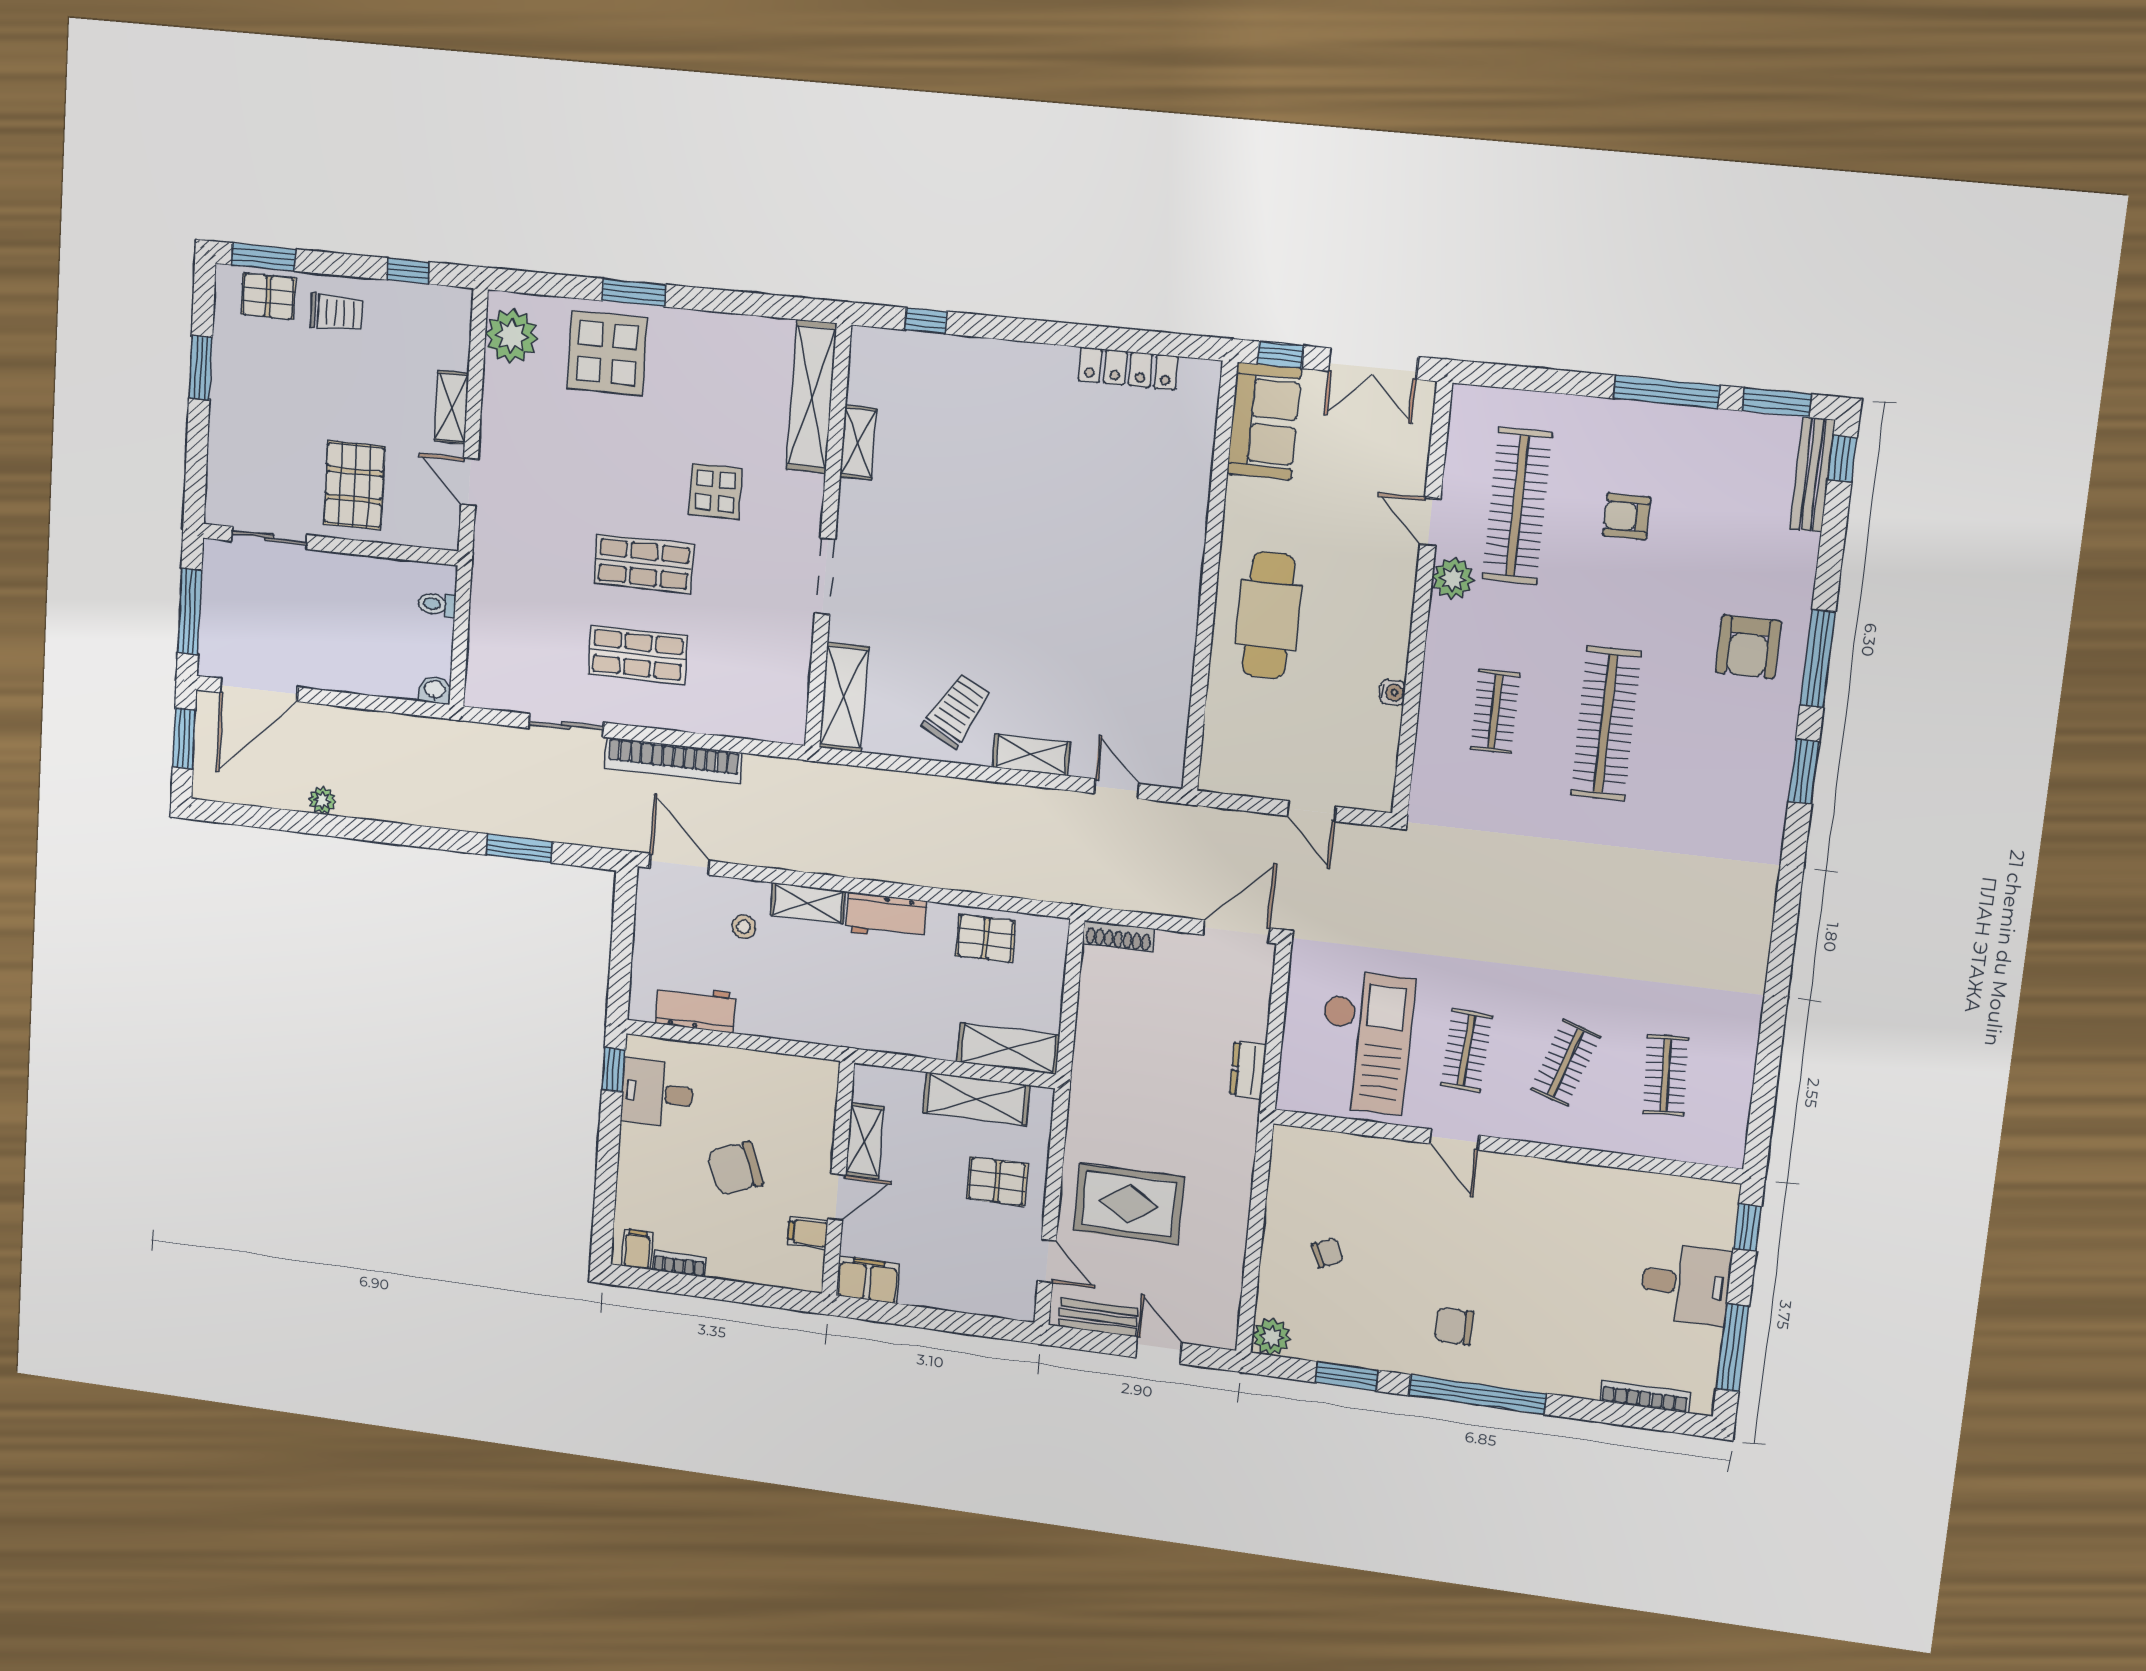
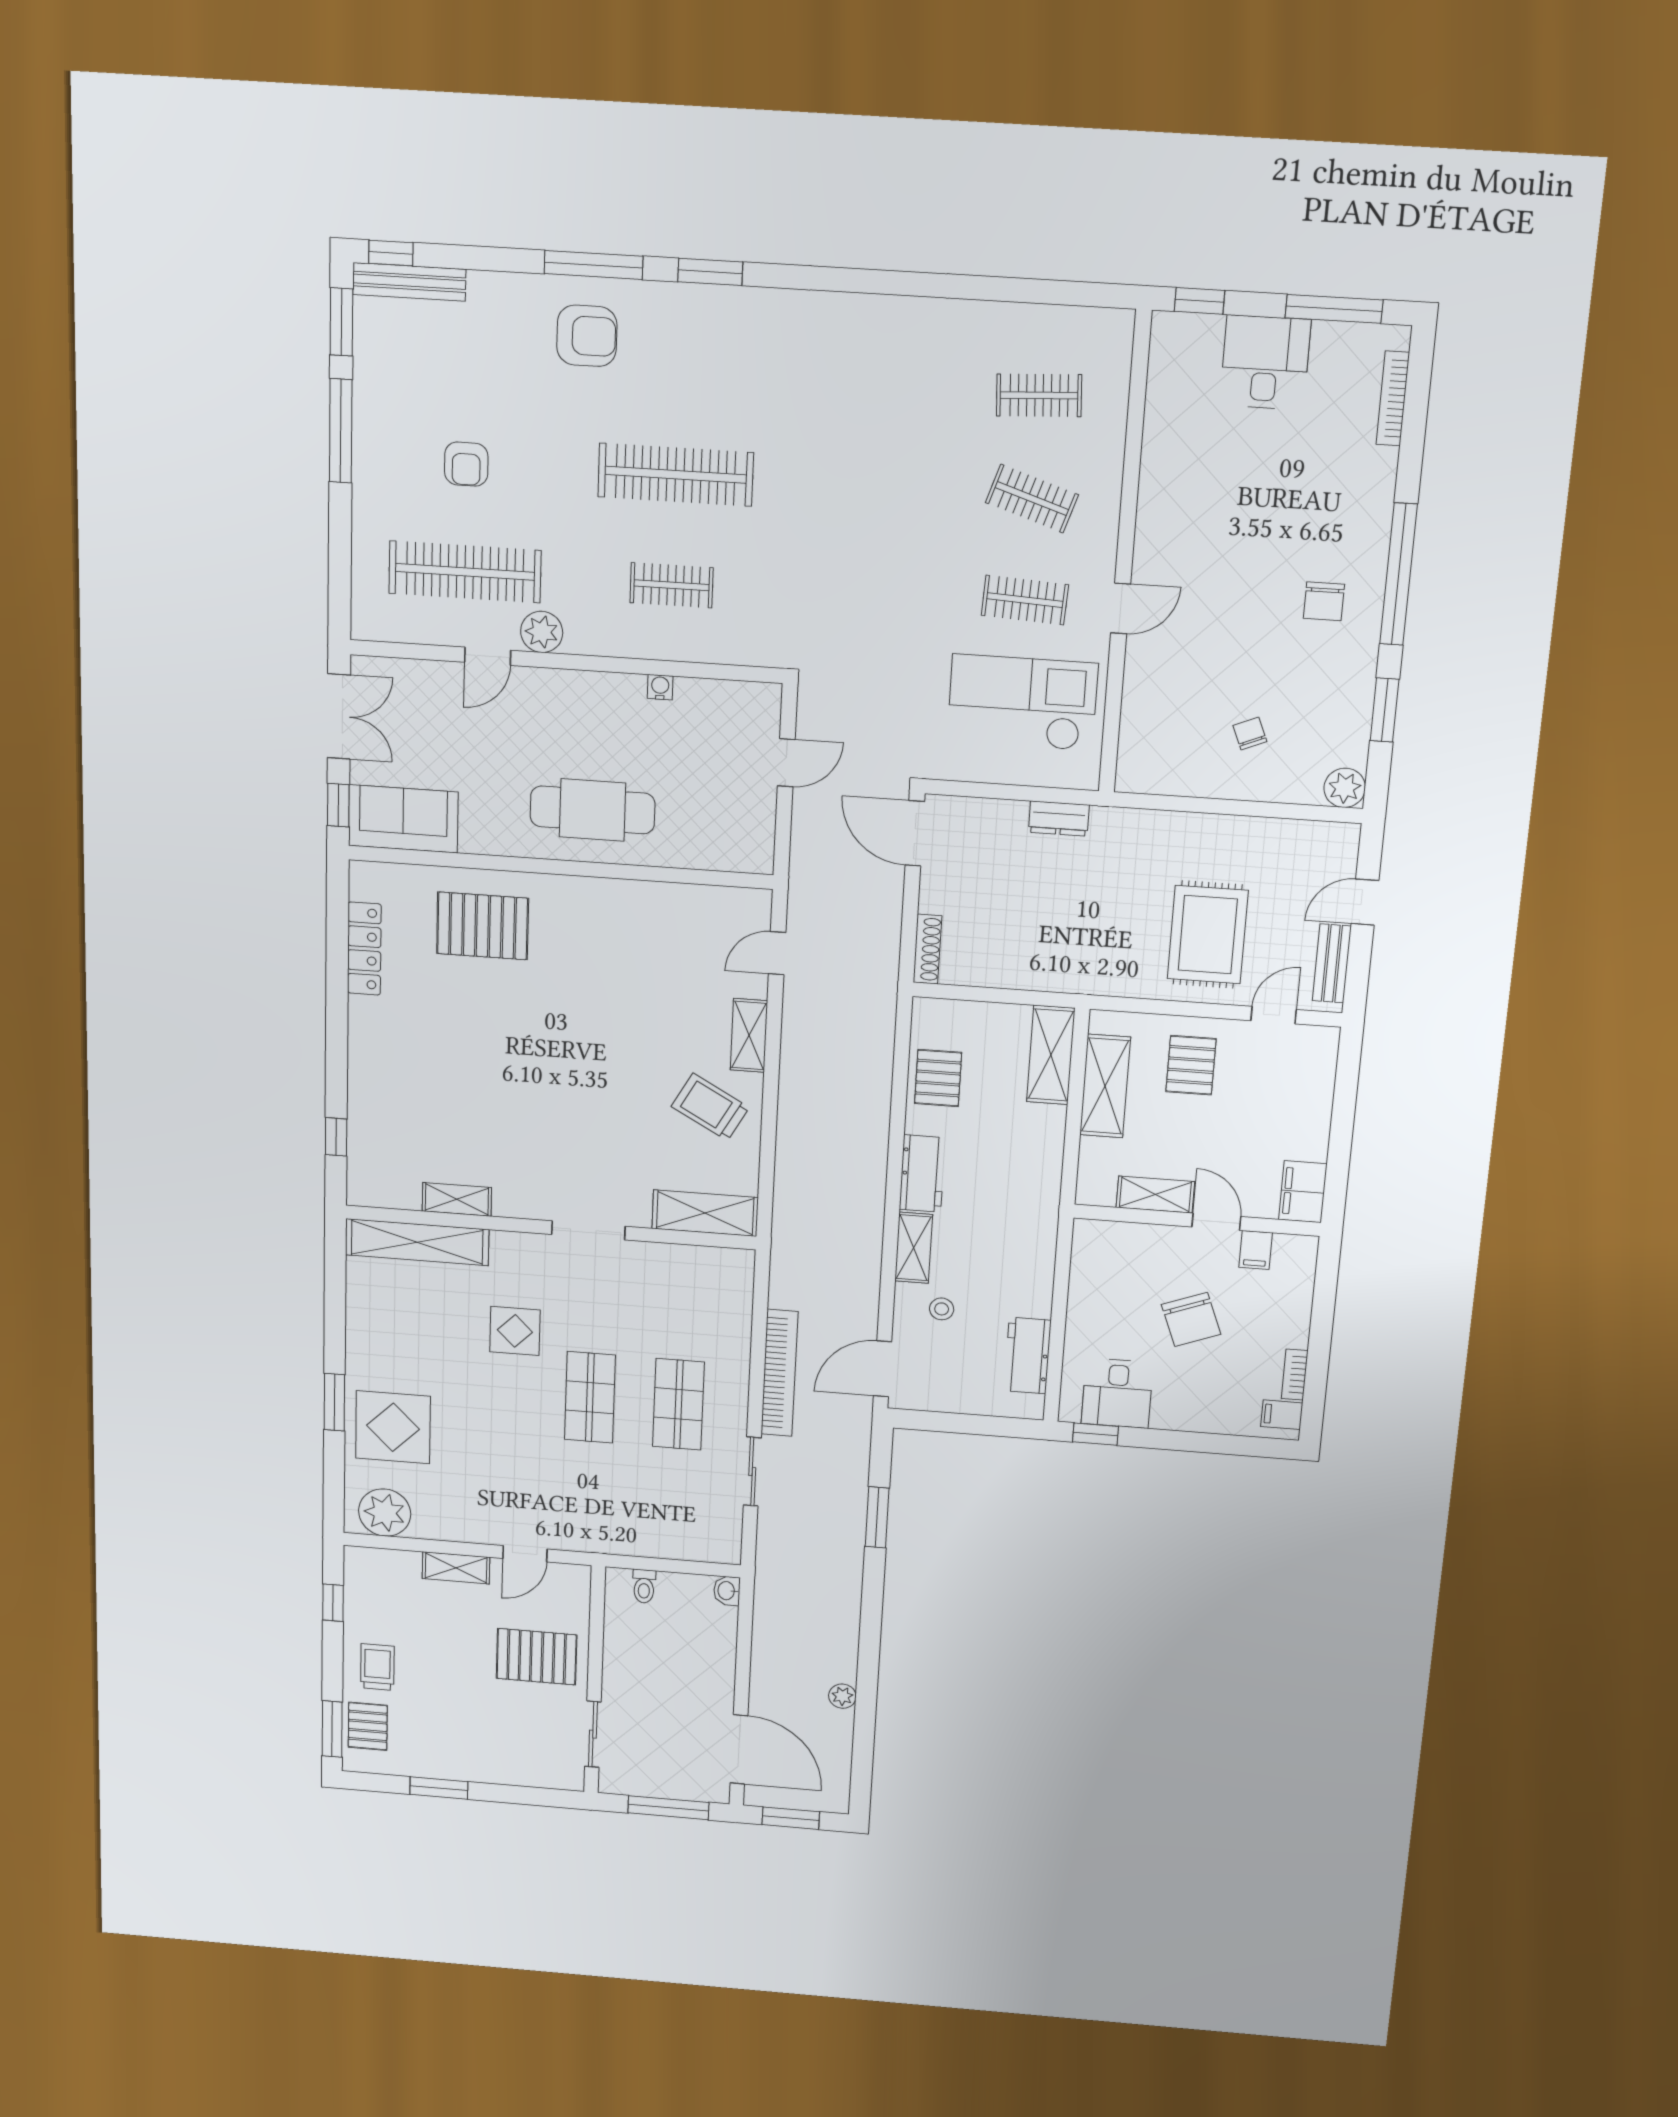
pallet: (1150, 493) -> (482, 926), added

